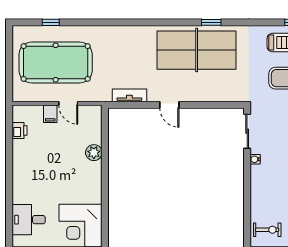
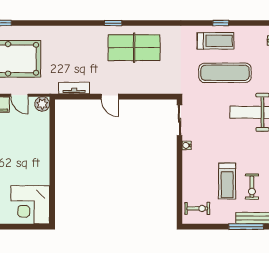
window: (211, 22) -> (113, 23), moved
table tennis table: (197, 50) -> (134, 48), width x0.73, depth x0.76
plant: (94, 153) -> (42, 104), moved

